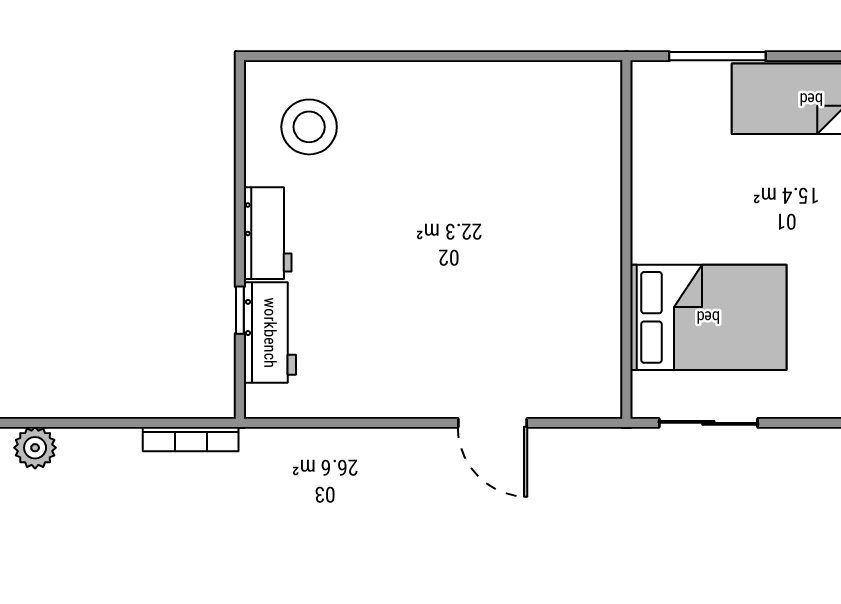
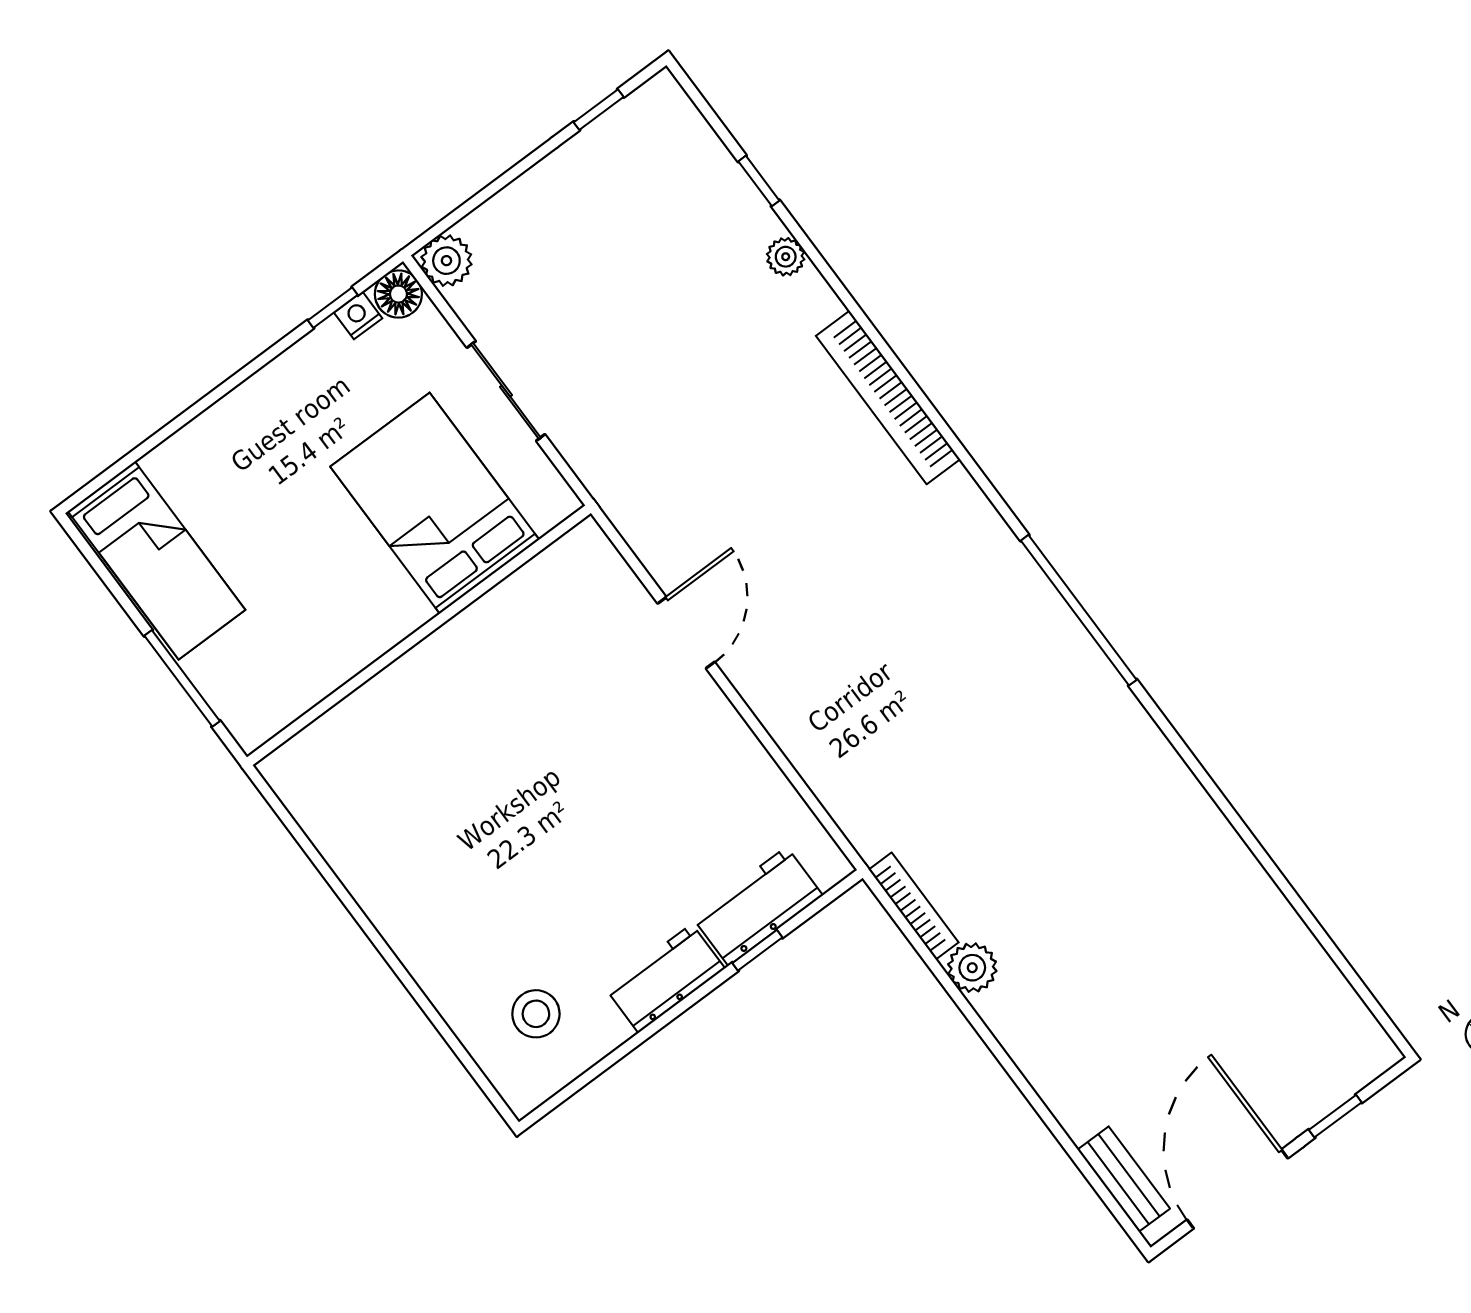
stool: (309, 127) -> (536, 1014), width x0.73, depth x0.73
sliding door: (708, 423) -> (506, 391), moved
plant: (35, 448) -> (972, 968), moved

